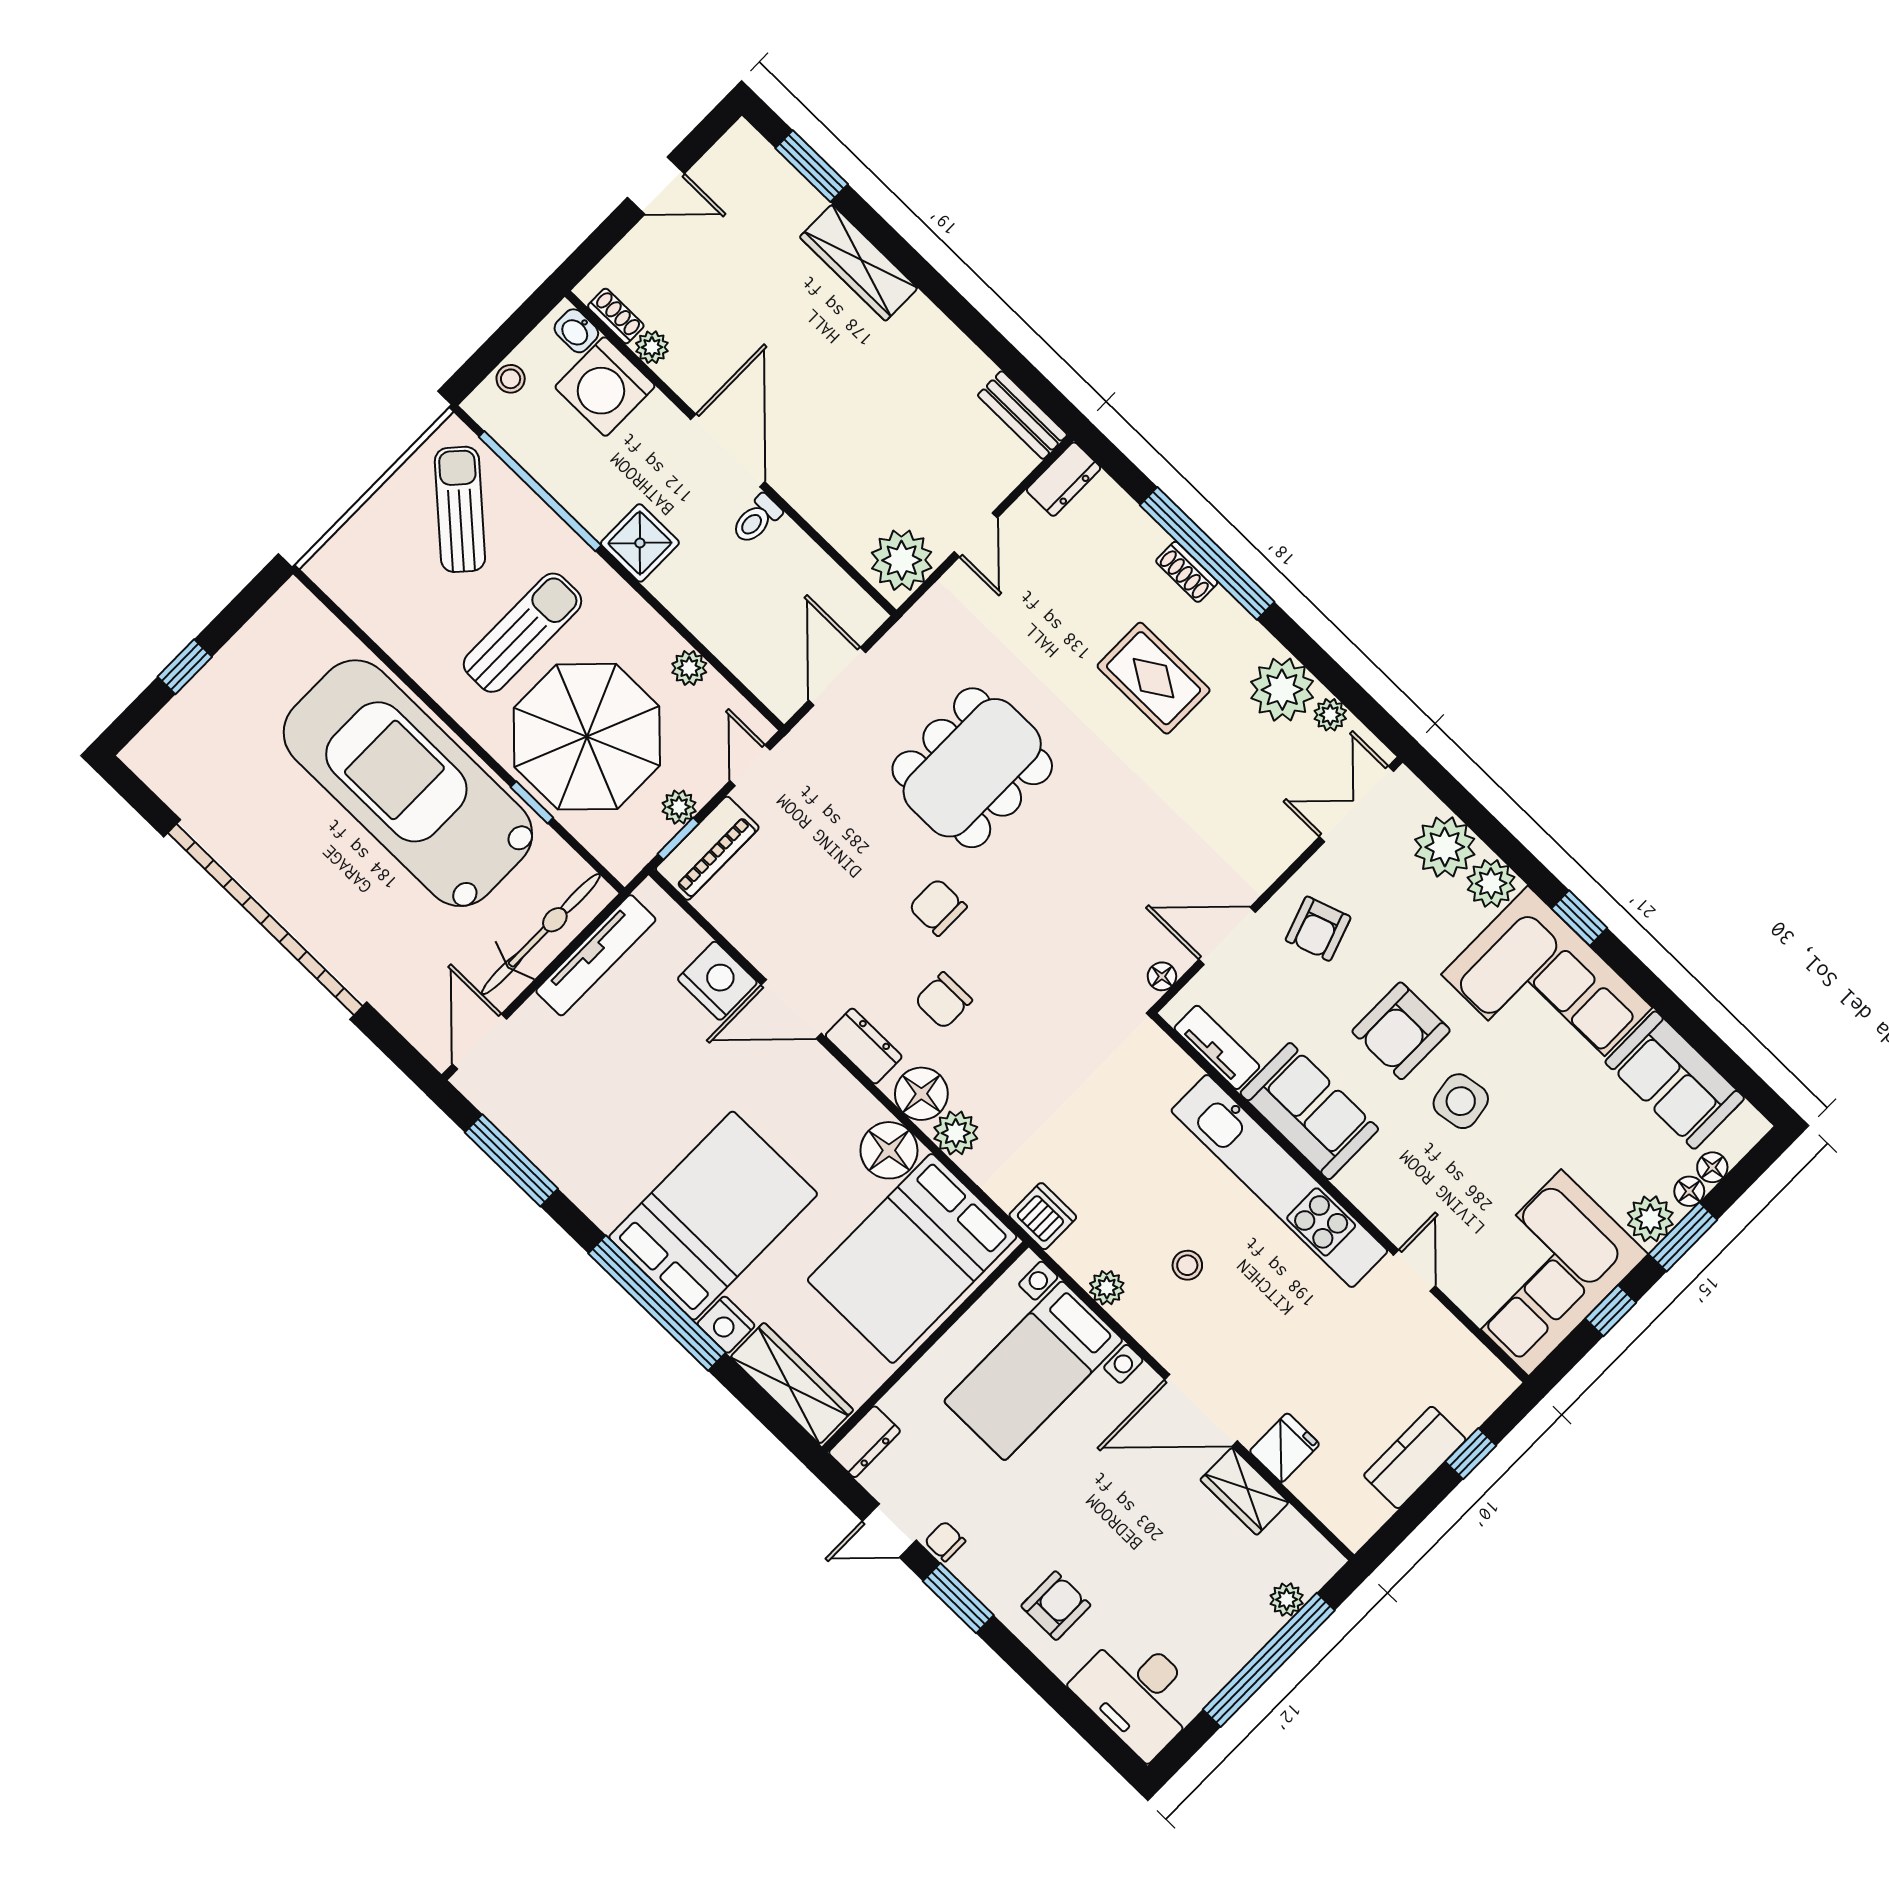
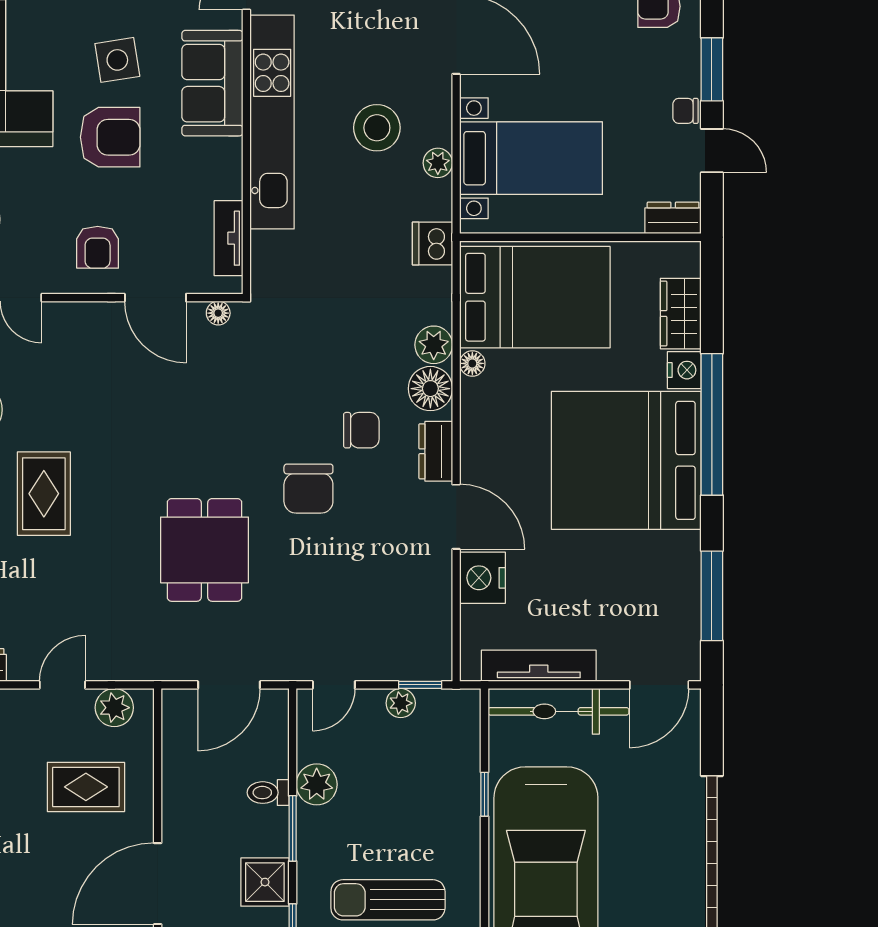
rug: (870, 470) -> (86, 787), added
toilet: (756, 519) -> (268, 793), moved, turned 180
plant: (902, 560) -> (114, 708), width x0.73, depth x0.73
window: (662, 611) -> (293, 828), added
plant: (689, 668) -> (317, 784), width x1.38, depth x1.38
parasol: (587, 737) -> (413, 800), removed
dining table: (972, 768) -> (205, 550), width x0.73
piano: (707, 848) -> (409, 662), removed
chair: (938, 907) -> (308, 489), width x1.37, depth x1.37
armchair: (1318, 929) -> (98, 247), turned 109
sofa: (1309, 1111) -> (212, 83), moved
floor lamp: (889, 1150) -> (472, 363), width x0.53, depth x0.53
bed: (713, 1216) -> (626, 460), width x1.36
stool: (1187, 1265) -> (377, 128), width x1.89, depth x1.89
wardrobe: (792, 1383) -> (681, 314), width x0.67
chair: (945, 1541) -> (686, 111), turned 90

